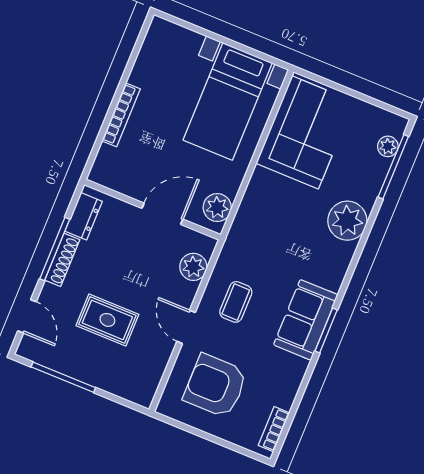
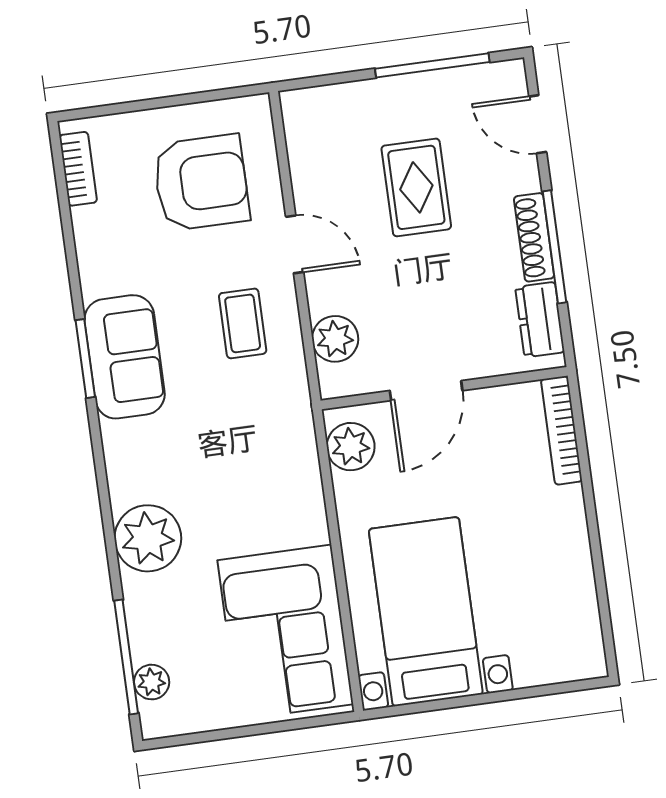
bookcase: (121, 115) -> (561, 430), moved
rug: (107, 320) -> (416, 187), turned 90

